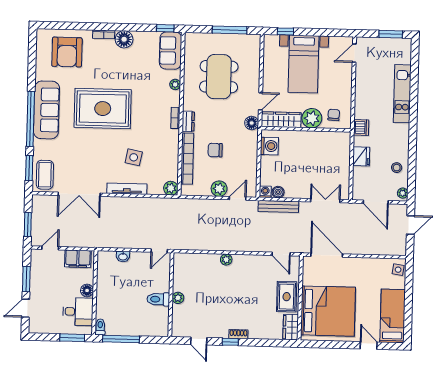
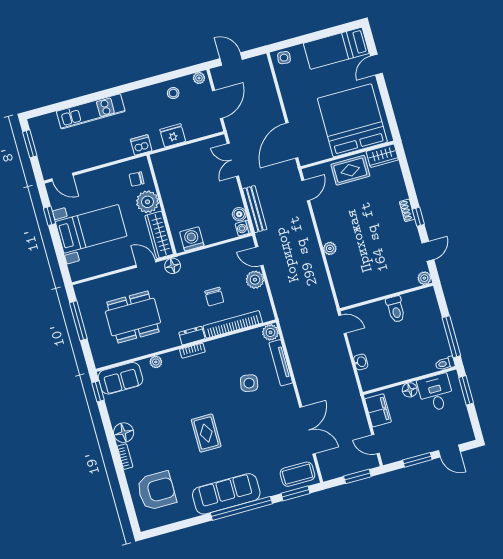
window: (285, 31) -> (50, 216), moved
rug: (103, 109) -> (206, 433), width x0.54, depth x0.49
tv unit: (127, 189) -> (281, 363), moved
plant: (178, 298) -> (424, 278), moved

